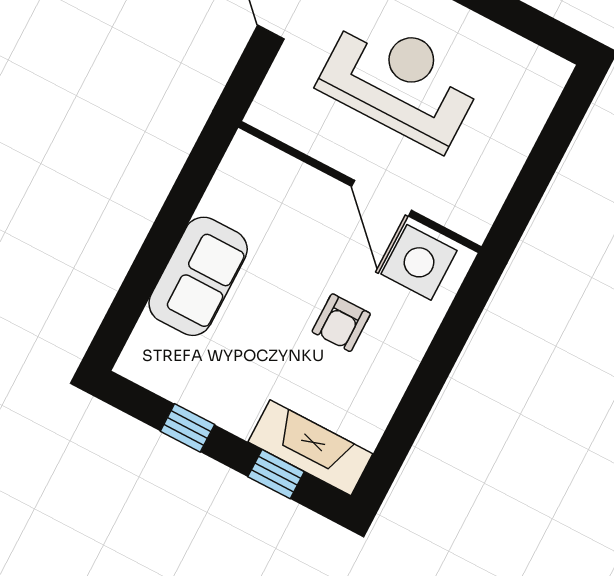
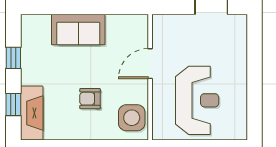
reception desk: (400, 81) -> (197, 100), moved
door: (381, 198) -> (150, 64), moved

